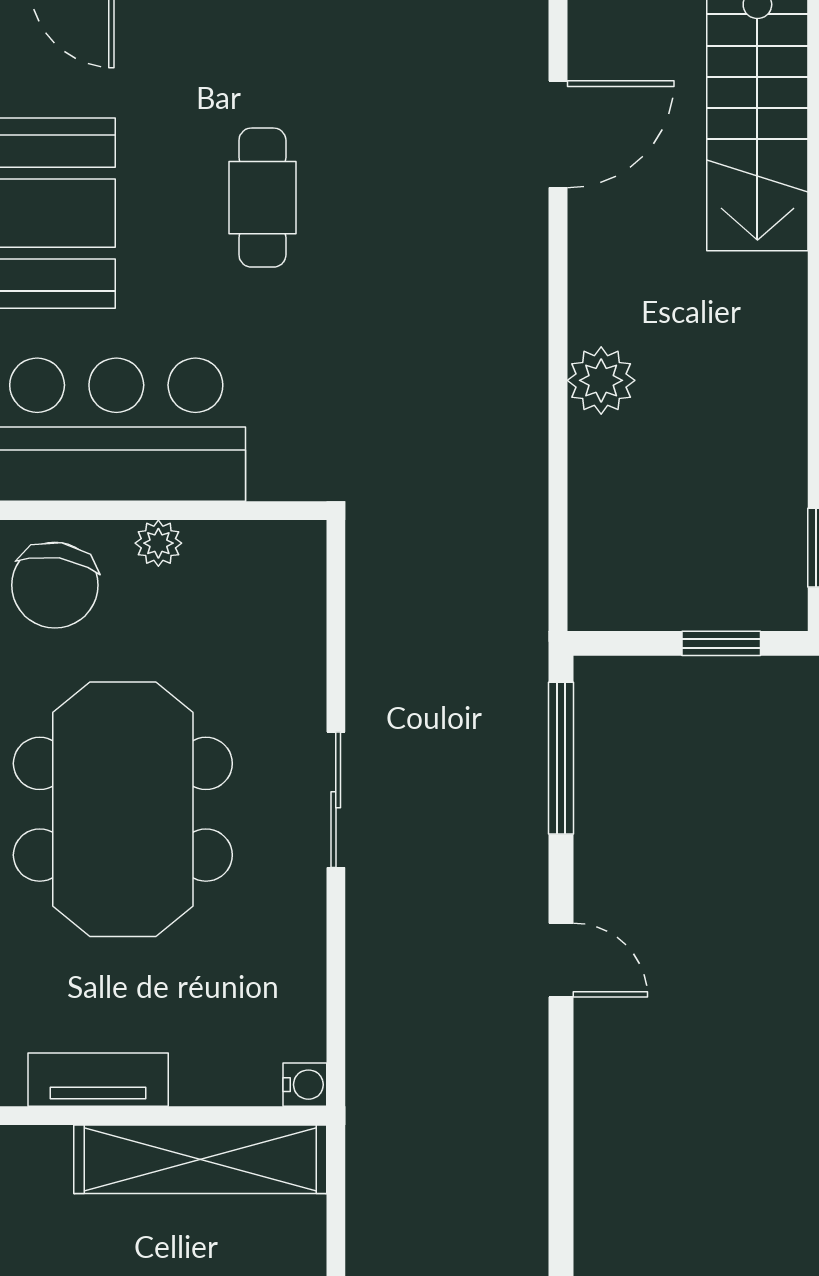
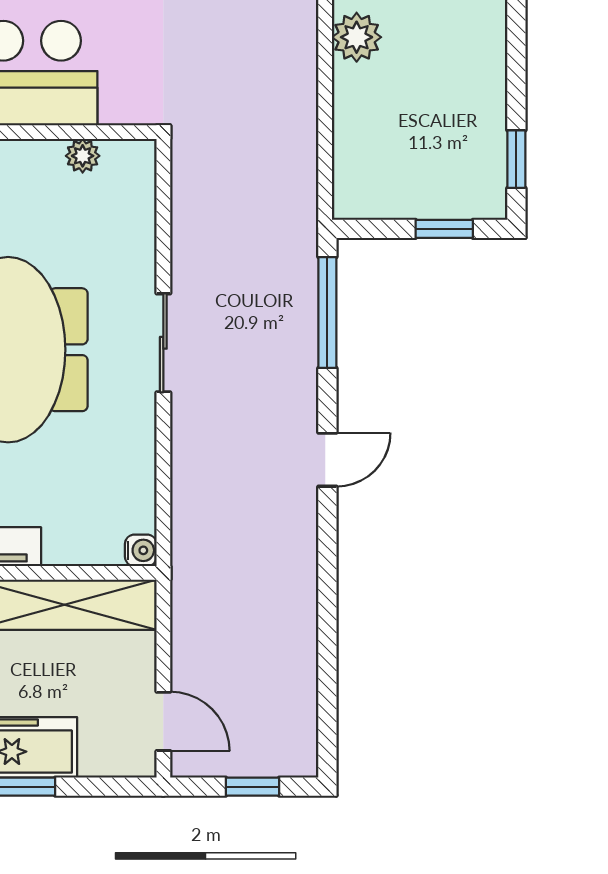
plant: (158, 543) -> (83, 156), moved
door: (561, 960) -> (327, 460), hinge flipped

